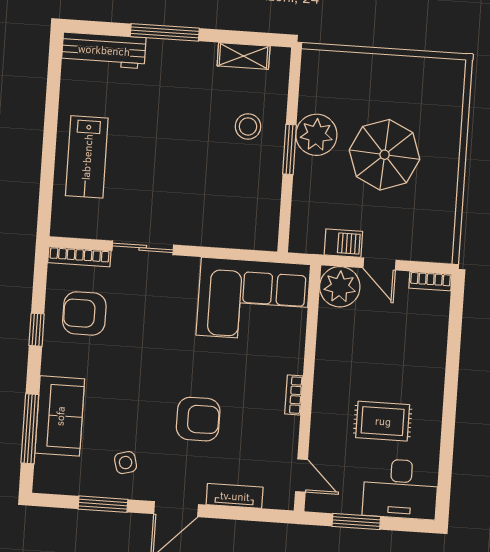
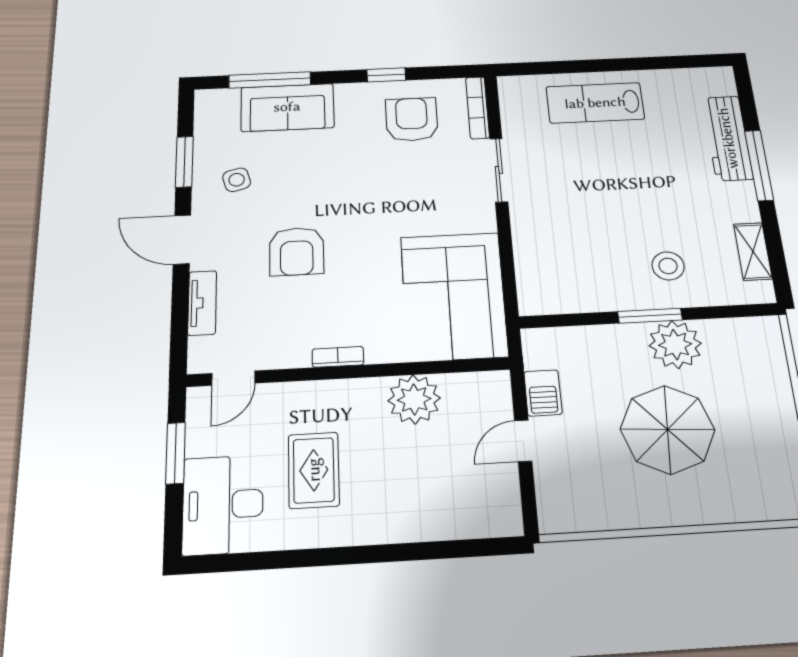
workbench: (104, 50) -> (728, 138), moved
bookcase: (430, 281) -> (511, 509), removed
plant: (340, 287) -> (414, 399), moved

